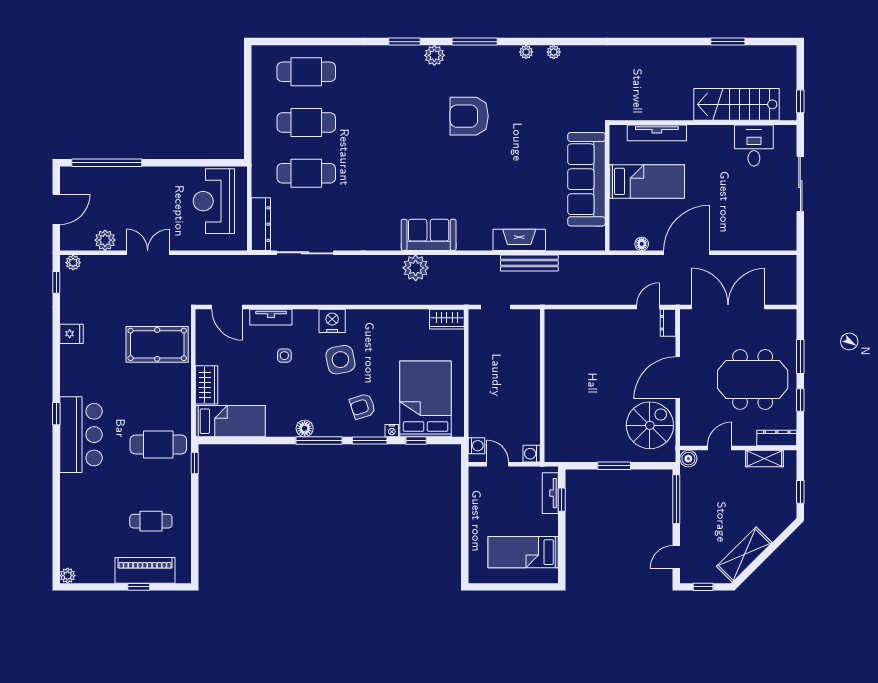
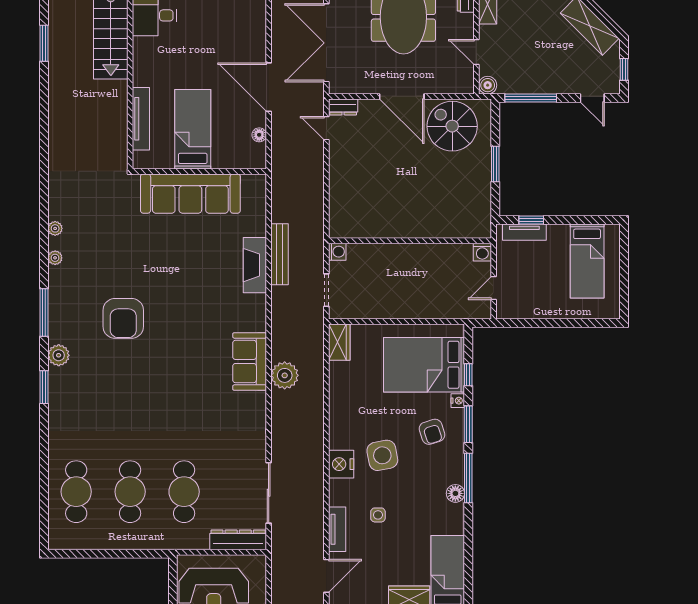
washing machine: (477, 446) -> (337, 252), moved, turned 90

